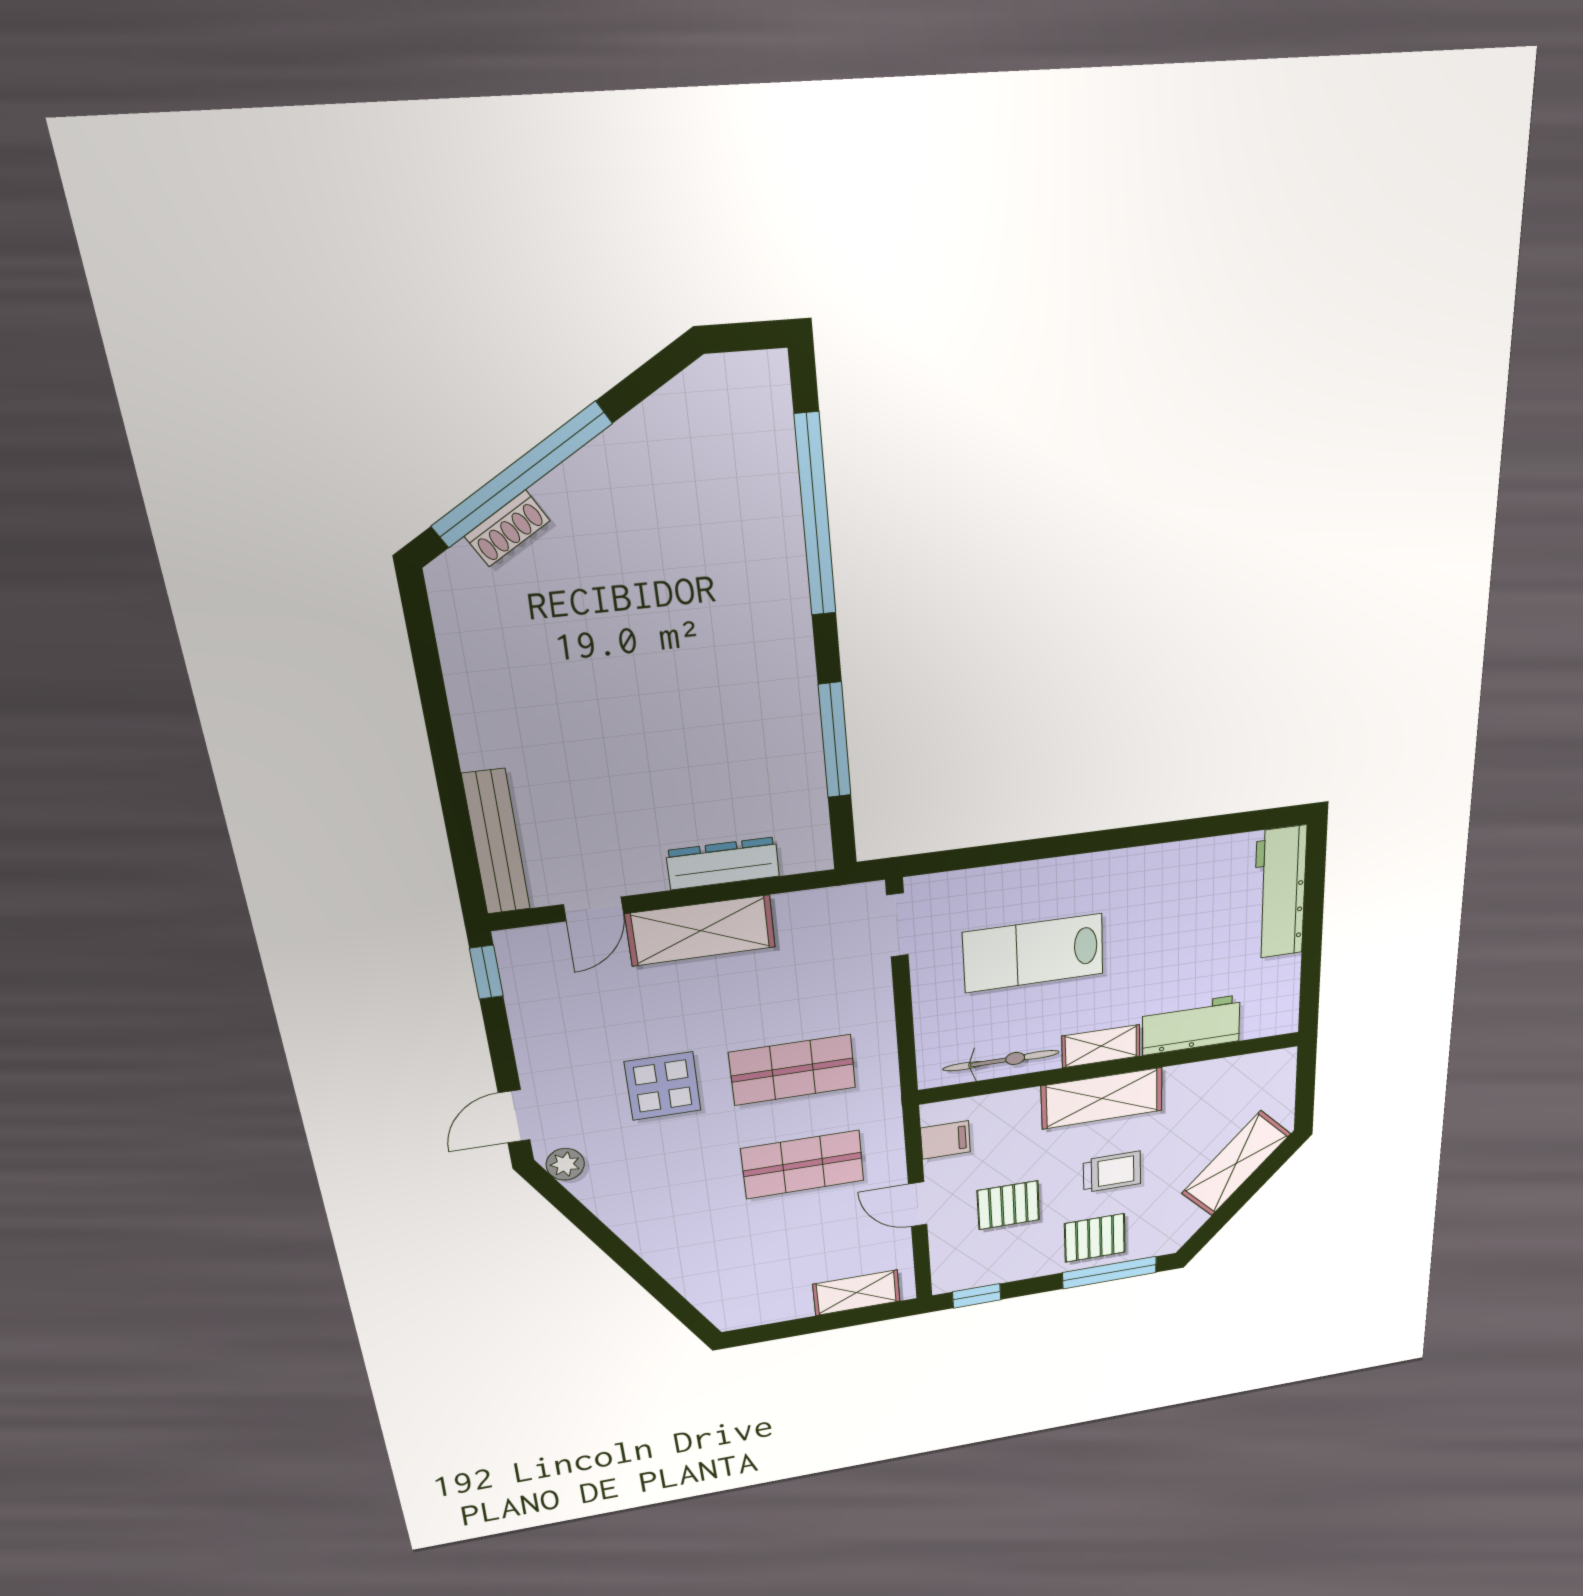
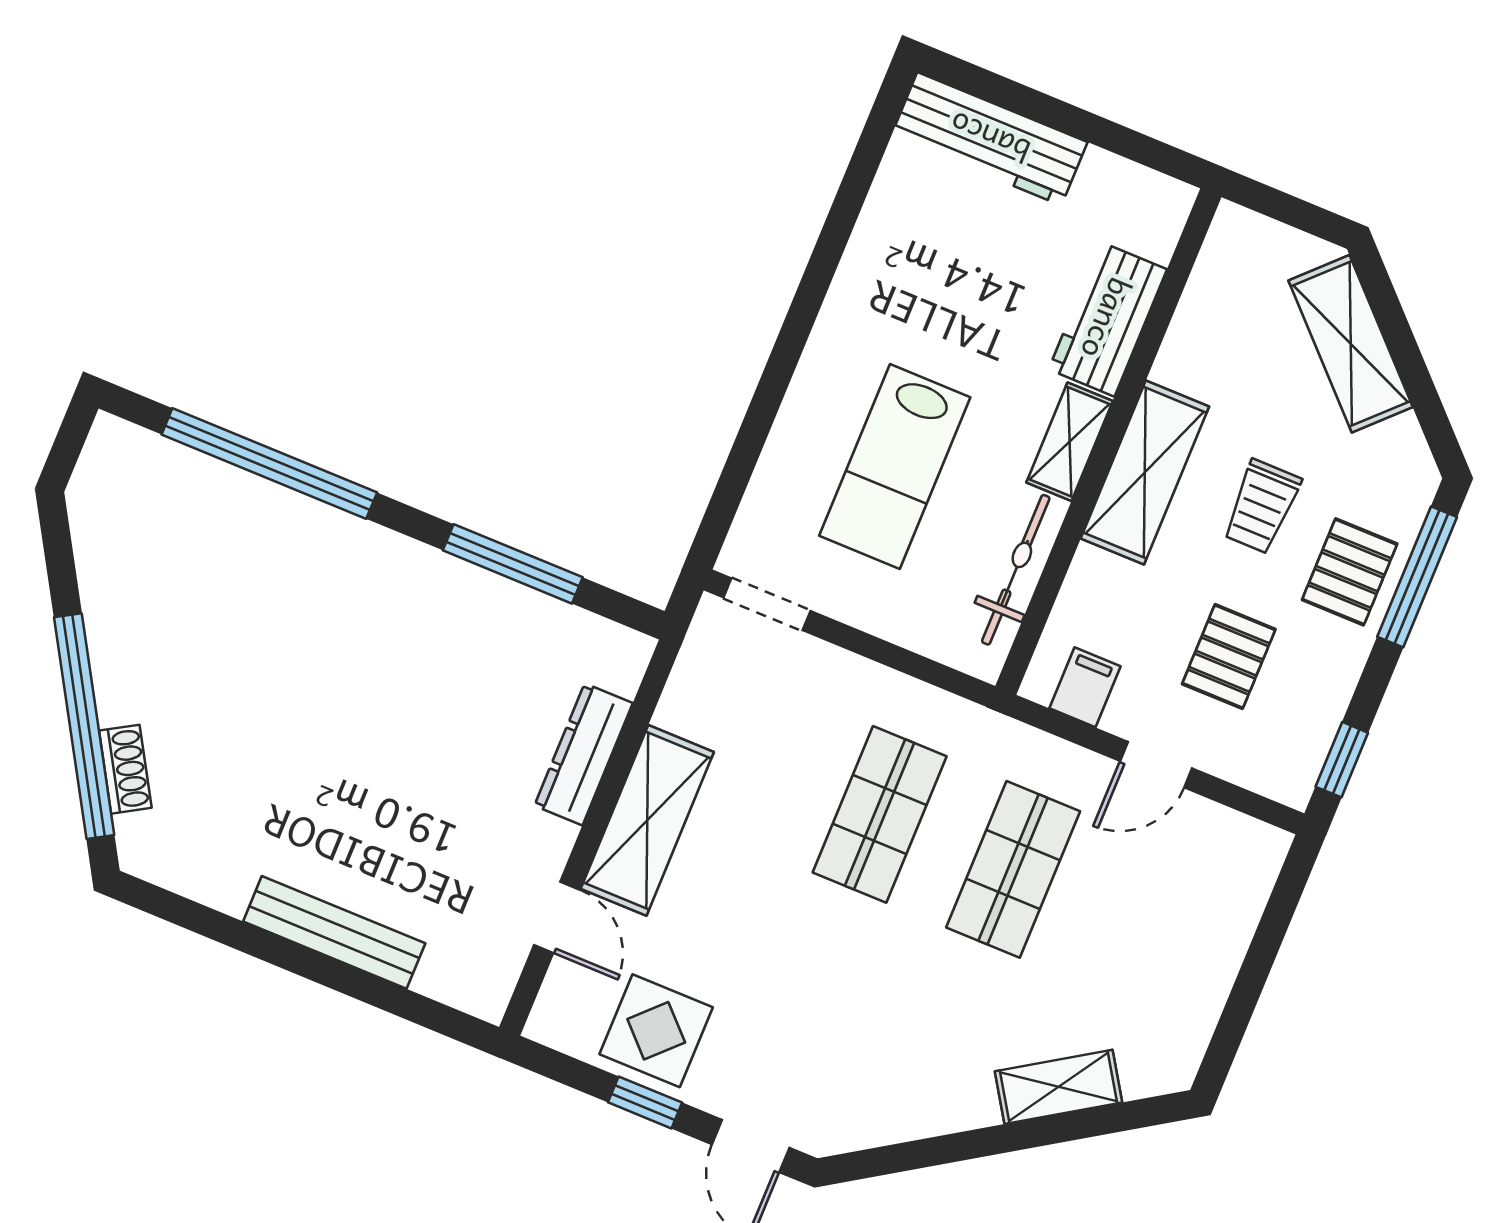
bench: (496, 842) -> (334, 932), moved
window: (486, 972) -> (645, 1102), moved
display table: (663, 1086) -> (656, 1031), moved
plant: (565, 1164) -> (845, 1129), removed
trolley: (1112, 1172) -> (1262, 507), turned 180
shelving: (856, 1293) -> (1059, 1087), moved, turned 57

